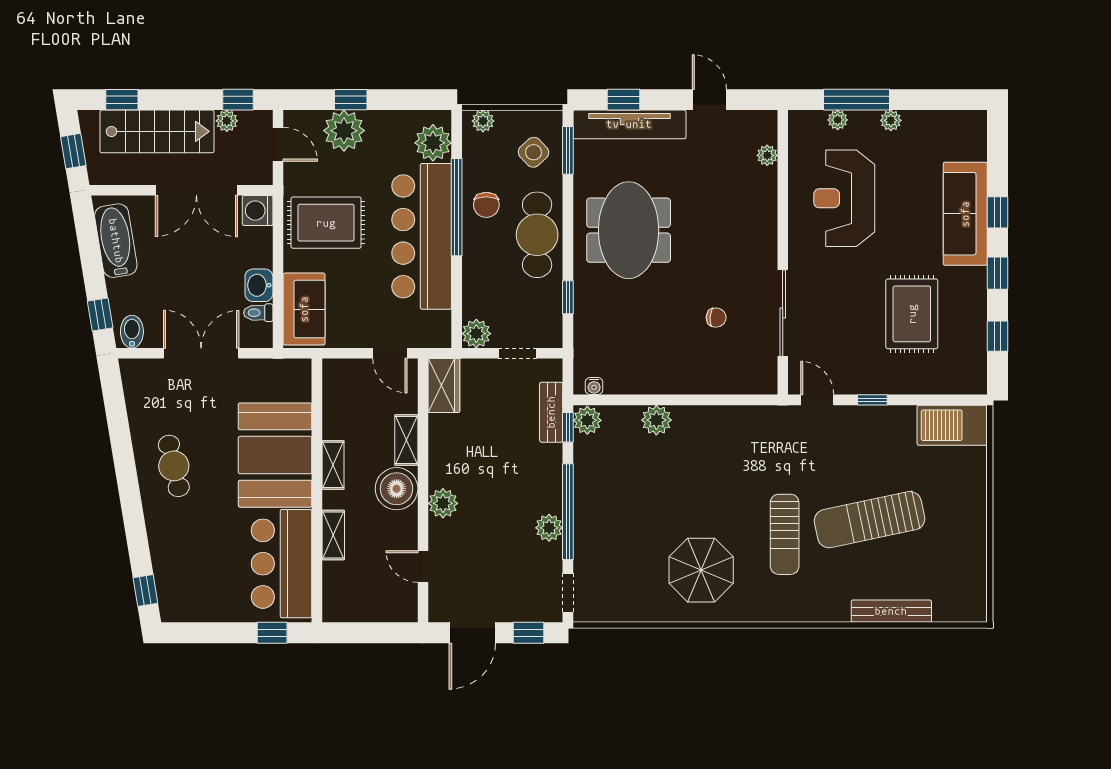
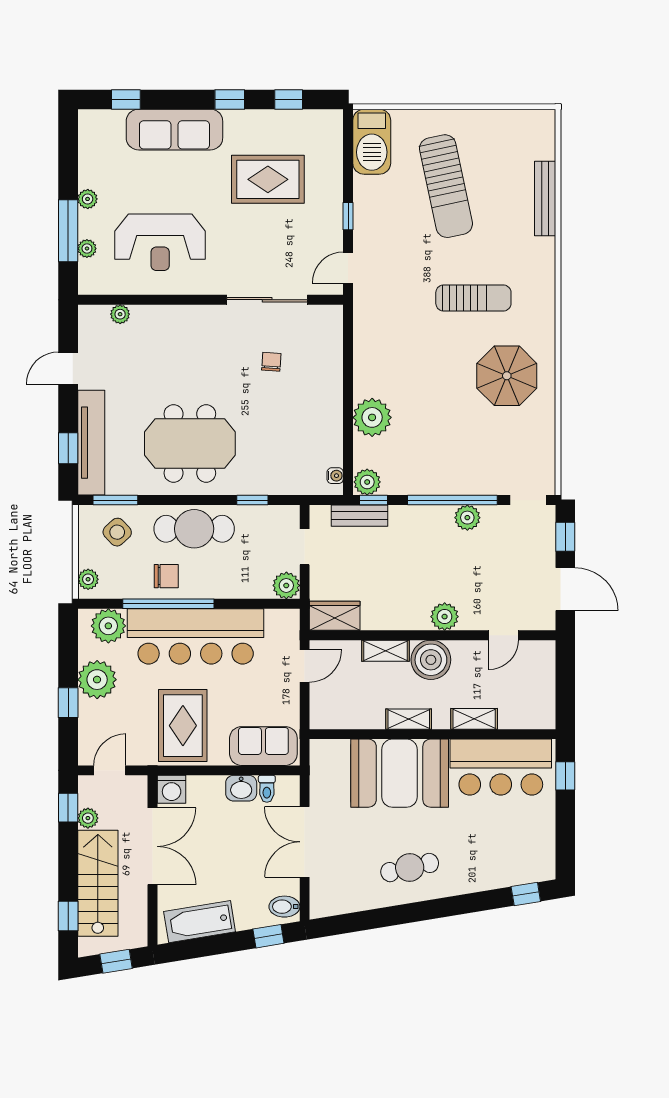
plant: (344, 131) -> (97, 680), moved
window: (998, 212) -> (126, 99), moved
plant: (656, 420) -> (372, 417), width x1.36, depth x1.36
sun lounger: (870, 520) -> (446, 186), moved

